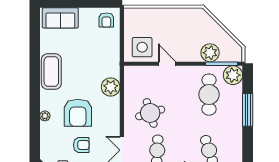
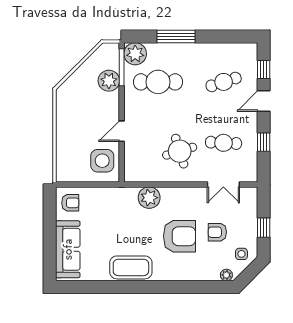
sofa: (60, 18) -> (68, 249), width x1.36
plant: (45, 116) -> (226, 275), moved
armchair: (81, 145) -> (217, 232), turned -90

